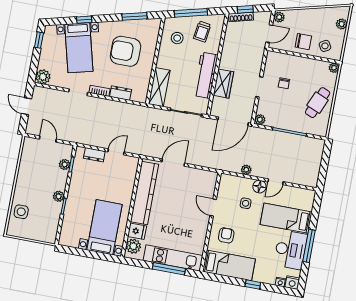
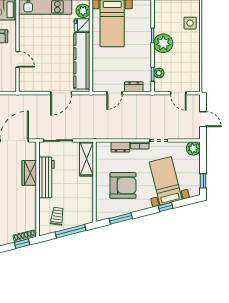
stool: (177, 38) -> (79, 206), removed
plant: (59, 196) -> (163, 43), width x1.87, depth x1.87

